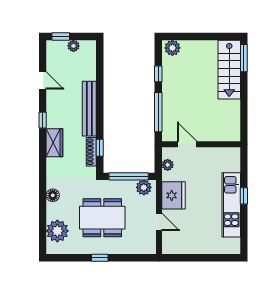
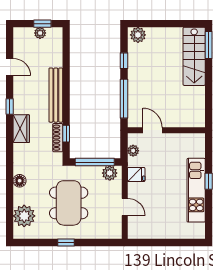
window: (61, 36) -> (42, 24), moved
fridge: (174, 195) -> (136, 174), width x0.53, depth x0.75
dining table: (102, 218) -> (69, 203), turned 90

